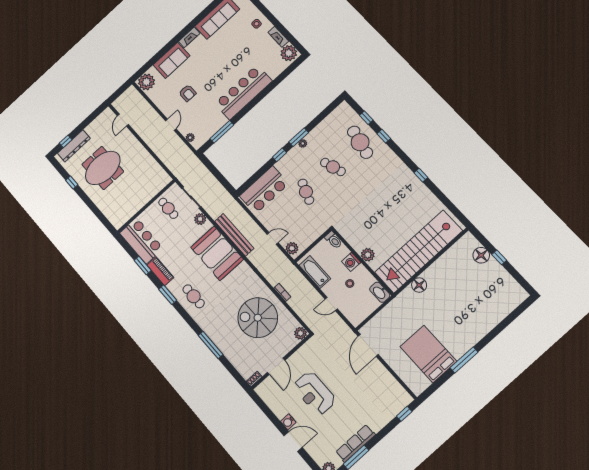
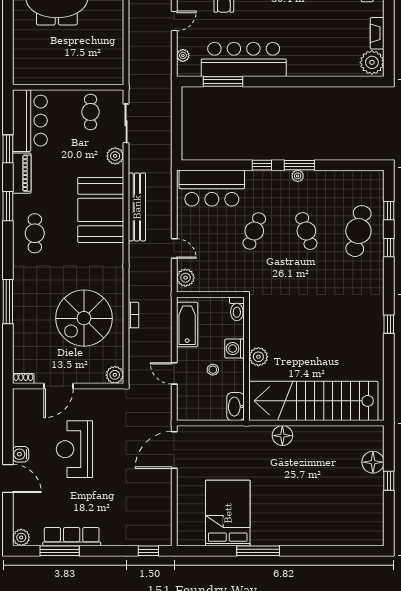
bar counter: (243, 92) -> (244, 59), moved
spiral stairs: (258, 318) -> (84, 318), turned -90

